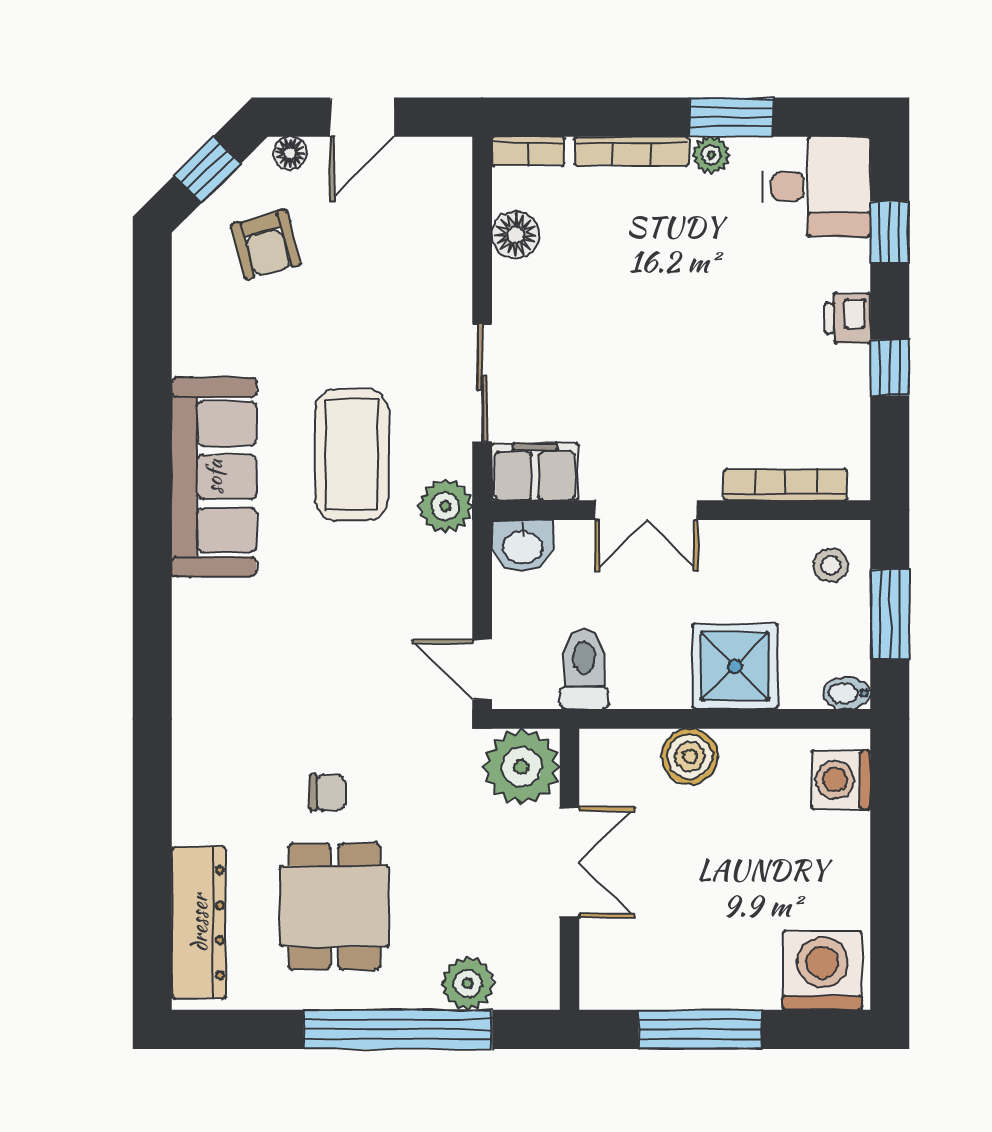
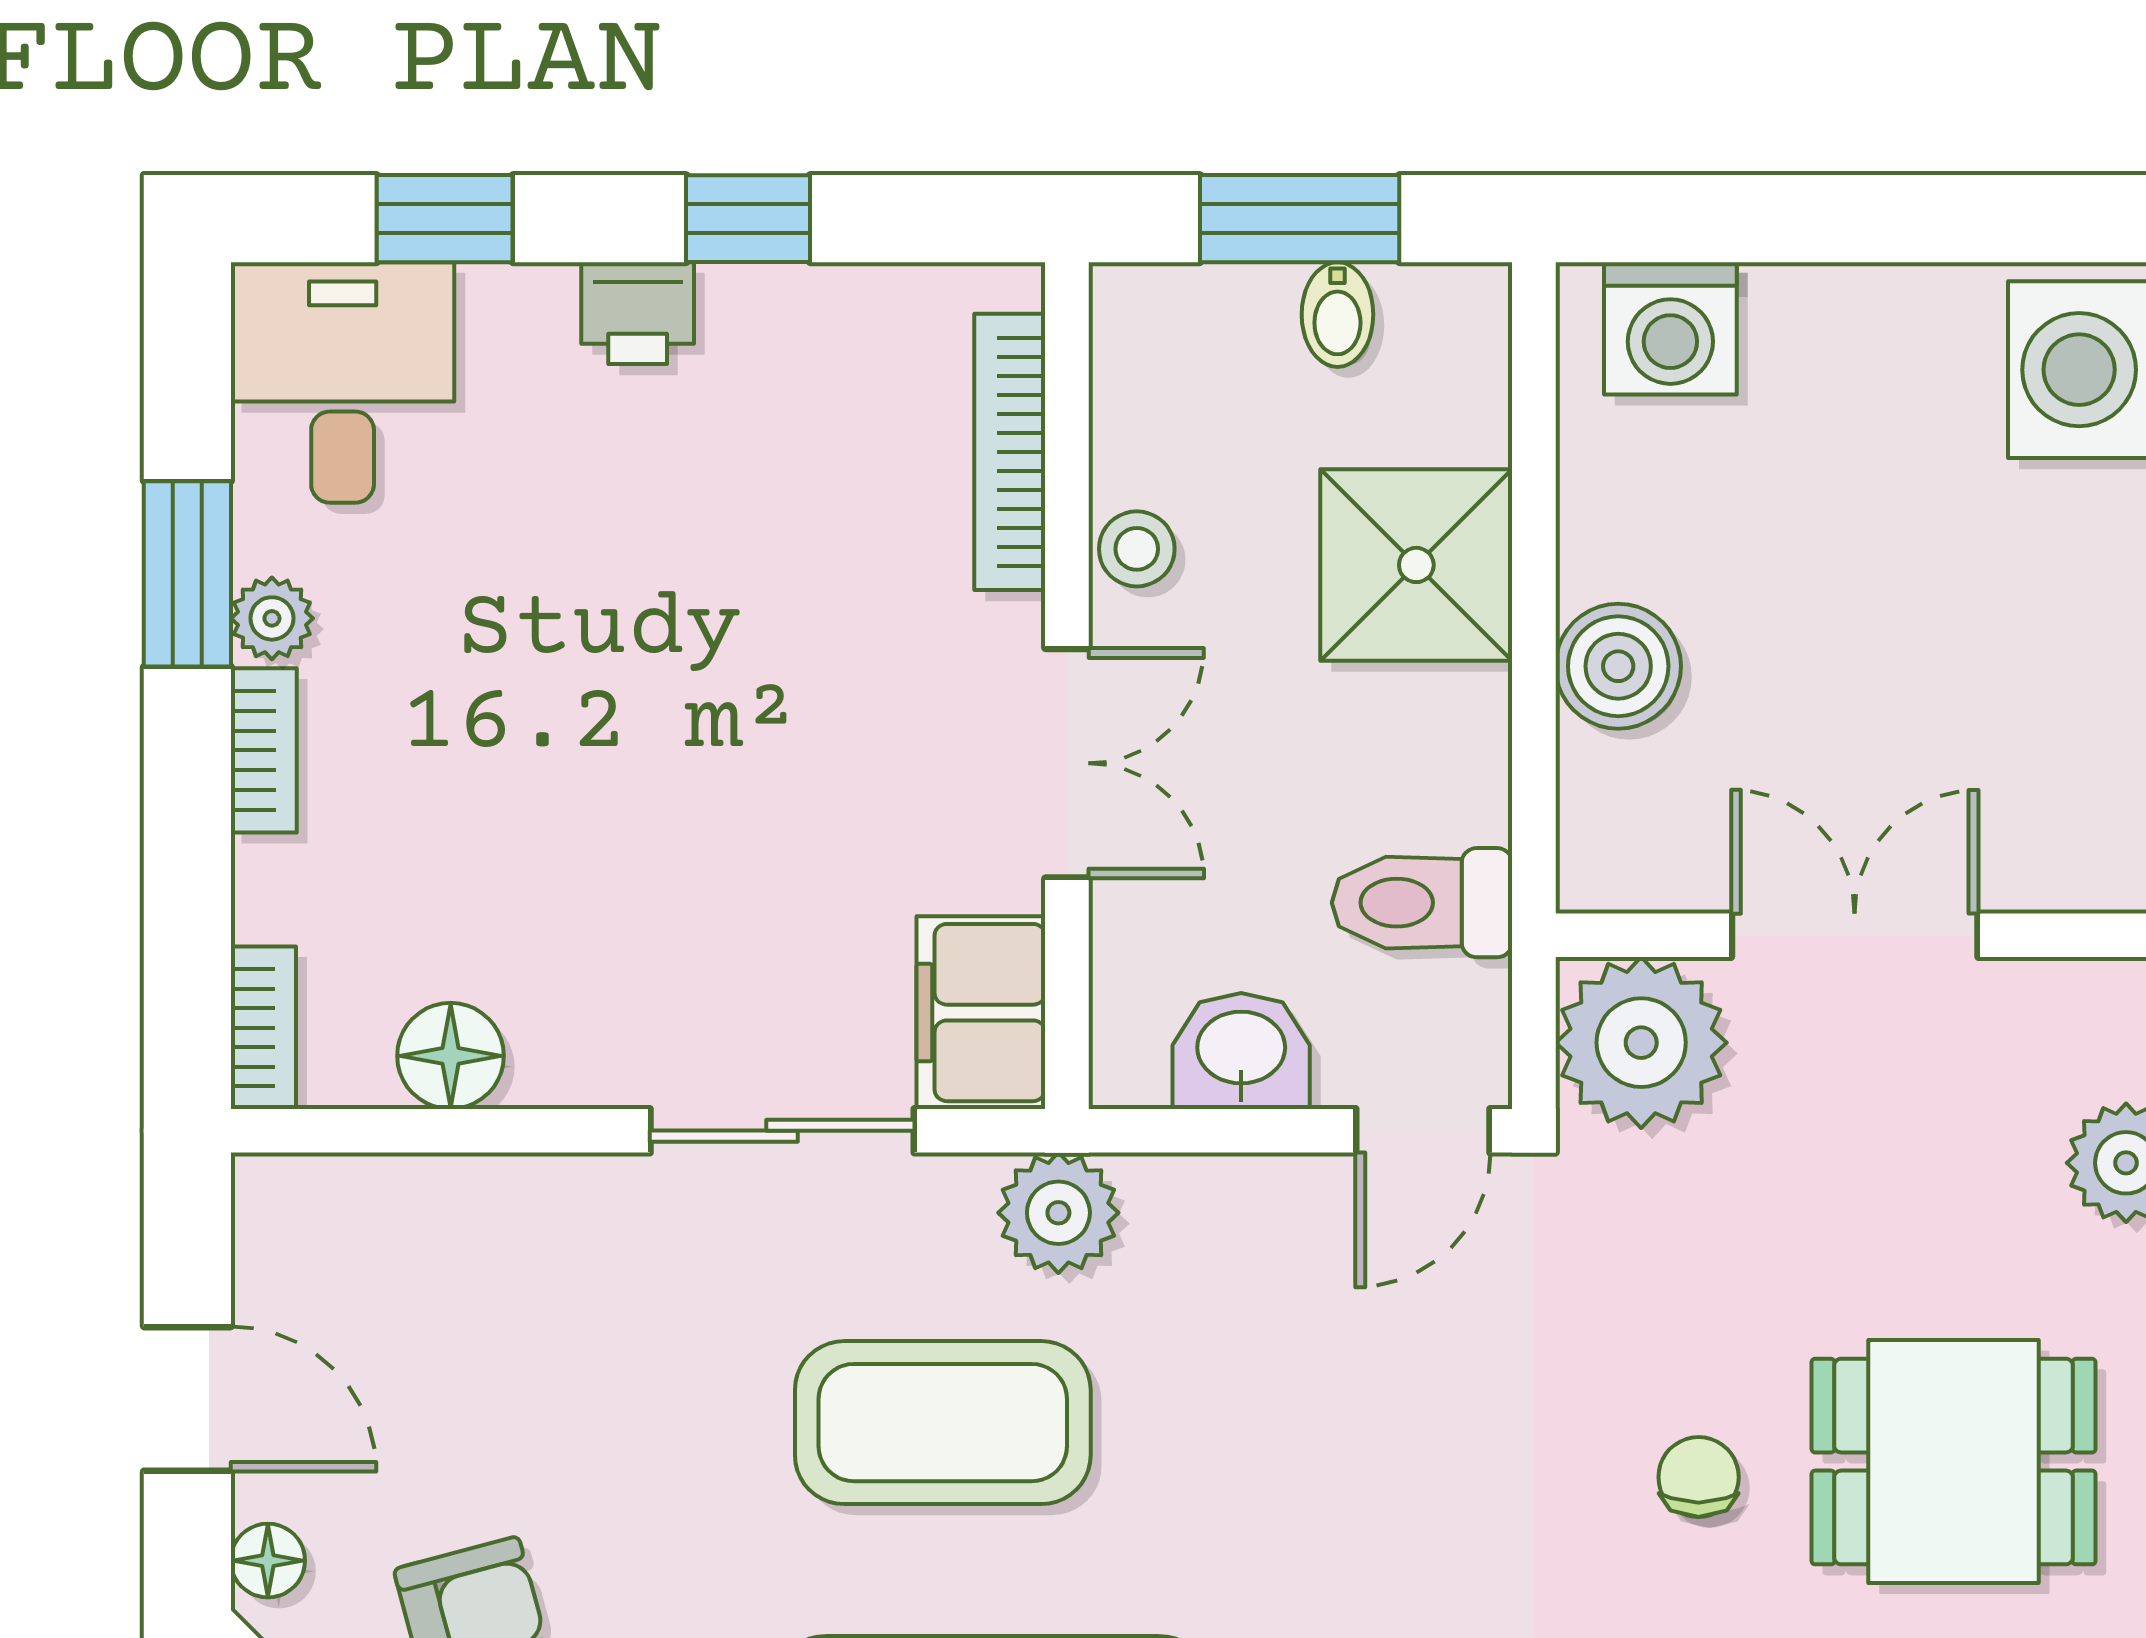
bookcase: (631, 151) -> (264, 750), width x0.64
washbasin: (523, 546) -> (1241, 1051), moved, turned -90
stool: (831, 565) -> (1137, 549), moved
bidet: (847, 693) -> (1337, 315), moved

